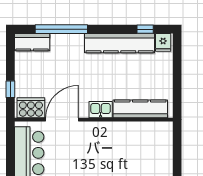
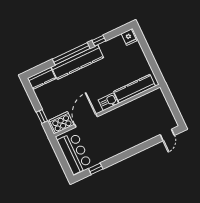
window: (61, 29) -> (71, 54), moved
window: (145, 29) -> (99, 41), moved
kitchen counter: (120, 43) -> (77, 62), moved

